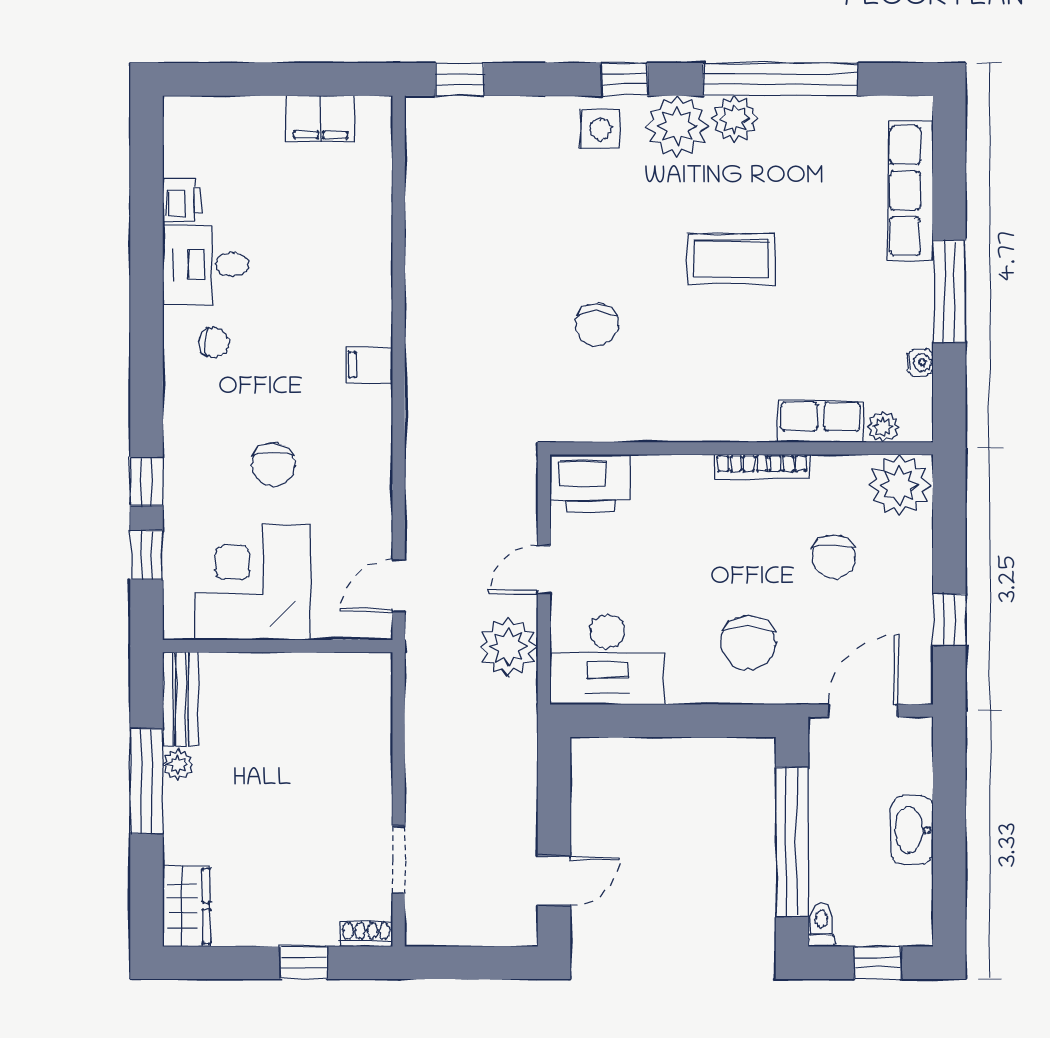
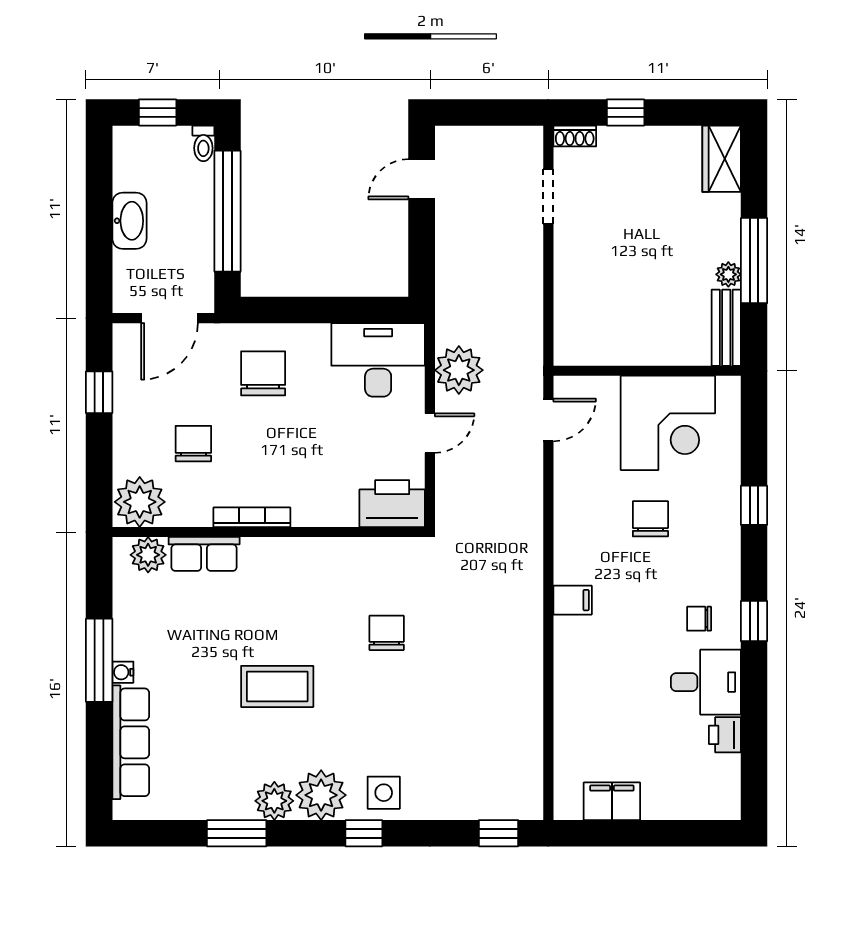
window: (781, 79) -> (237, 833), width x0.47
water cooler: (920, 362) -> (123, 672), moved
plant: (883, 427) -> (148, 555), width x1.38, depth x1.38
window: (147, 555) -> (754, 621), moved

